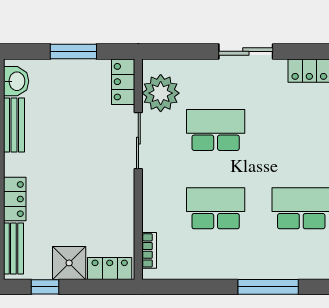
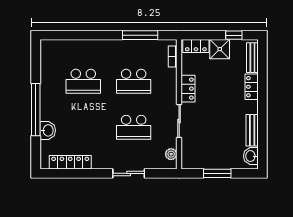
sliding door: (246, 51) -> (129, 173), moved
locker: (123, 82) -> (188, 89), moved
plant: (161, 93) -> (171, 154), width x0.53, depth x0.53
window: (268, 287) -> (140, 35), moved

